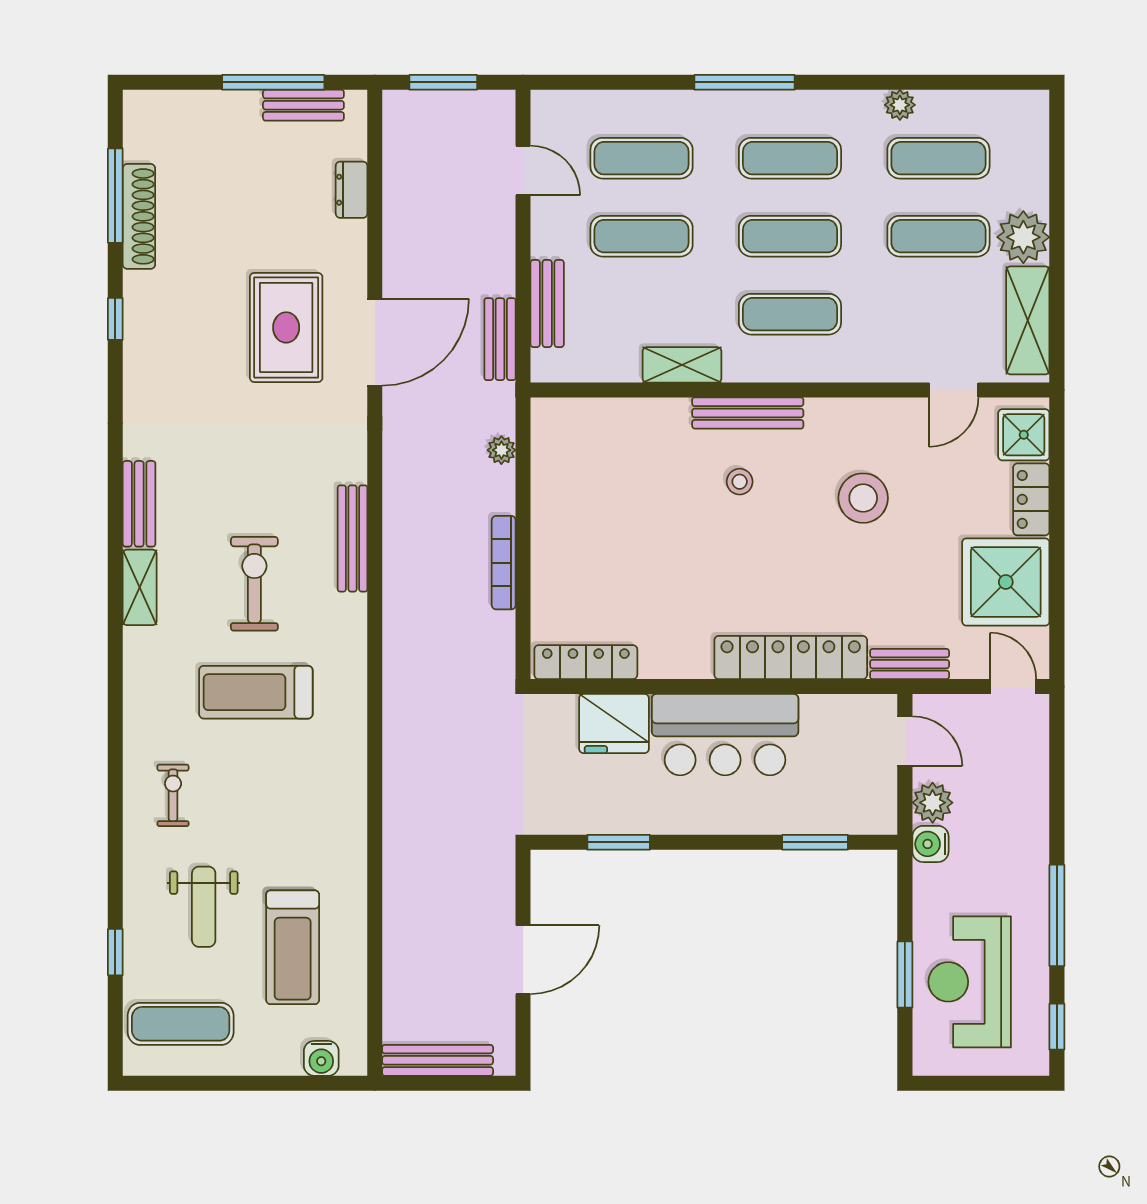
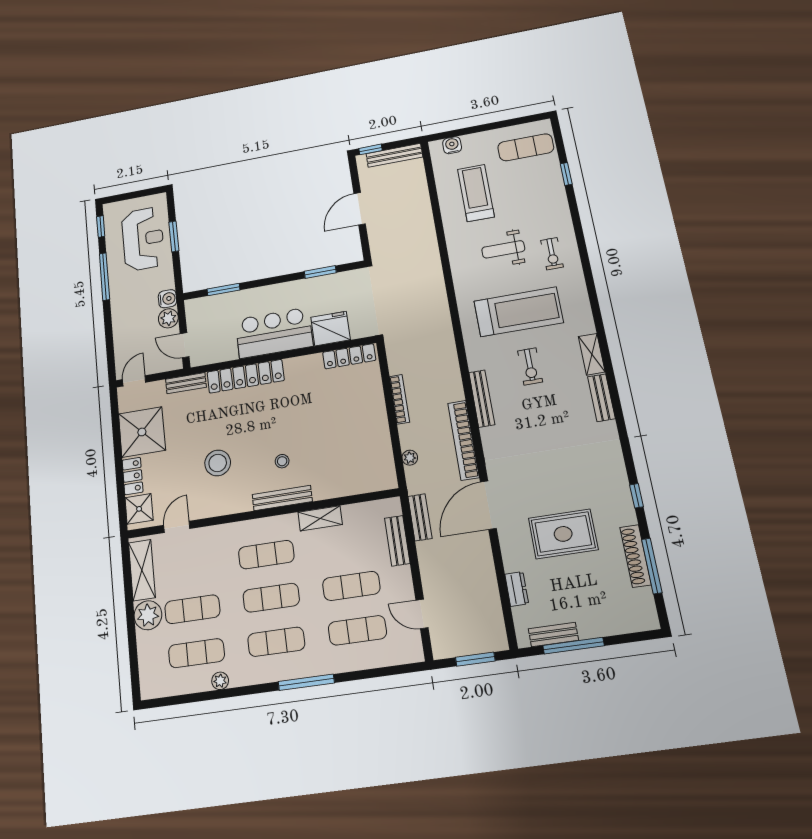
rug: (286, 327) -> (563, 534), moved, turned 90
bookcase: (399, 467) -> (463, 440), added
exercise bike: (254, 584) -> (530, 366), width x0.73, depth x0.72
door: (1013, 687) -> (134, 381), swing flipped
treadmill: (256, 692) -> (519, 312), width x1.37, depth x1.38
weight bench: (204, 907) -> (503, 249), moved, turned -90
window: (483, 1083) -> (371, 149), added

